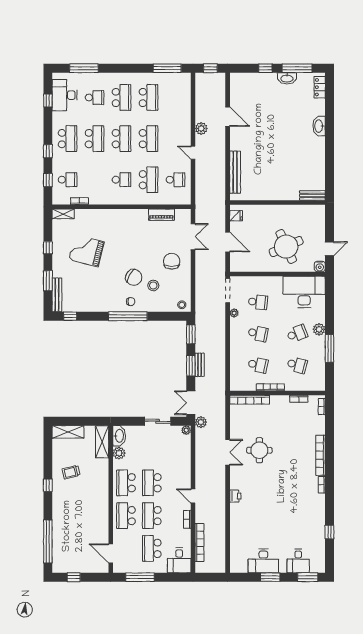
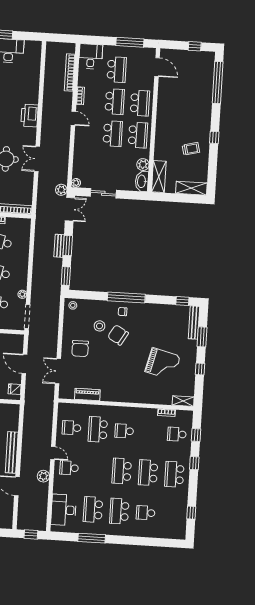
window: (84, 68) -> (154, 542), removed
window: (167, 68) -> (92, 538), moved
desk: (65, 95) -> (64, 510), moved, turned 180
school desk: (148, 139) -> (69, 468), moved, width x0.54
bench: (235, 172) -> (12, 452), moved
printer: (235, 496) -> (29, 115), width x1.87, depth x1.48

